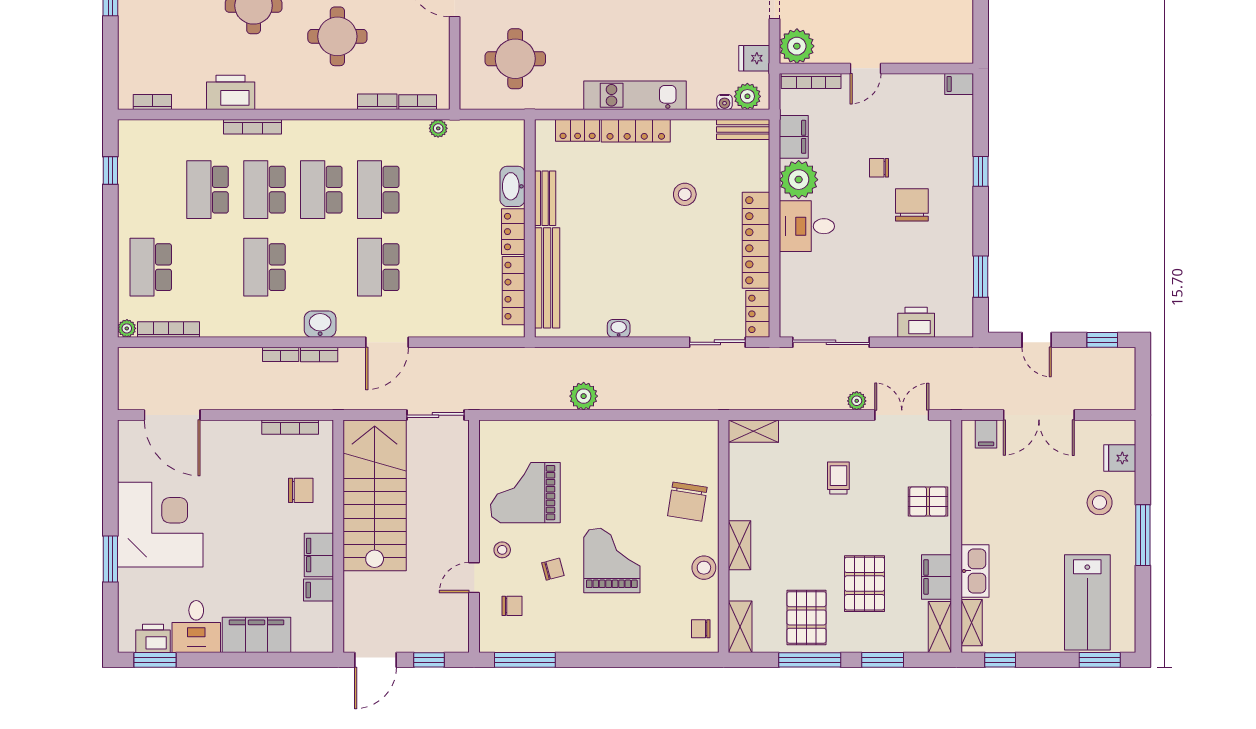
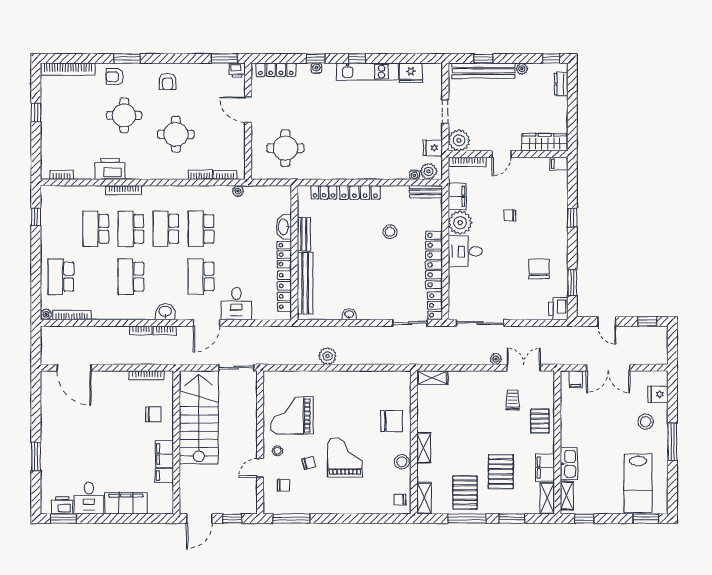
wardrobe: (936, 49) -> (545, 142), added
kitchen unit: (635, 95) -> (359, 171), removed
chair: (912, 205) -> (539, 269), moved
desk: (436, 311) -> (236, 304), added
printer: (916, 322) -> (558, 309), moved, turned -90
trolley: (838, 478) -> (513, 400), moved
chair: (687, 502) -> (392, 421), turned -99
pallet: (928, 502) -> (540, 421), turned 90
corner desk: (160, 525) -> (67, 435), removed

